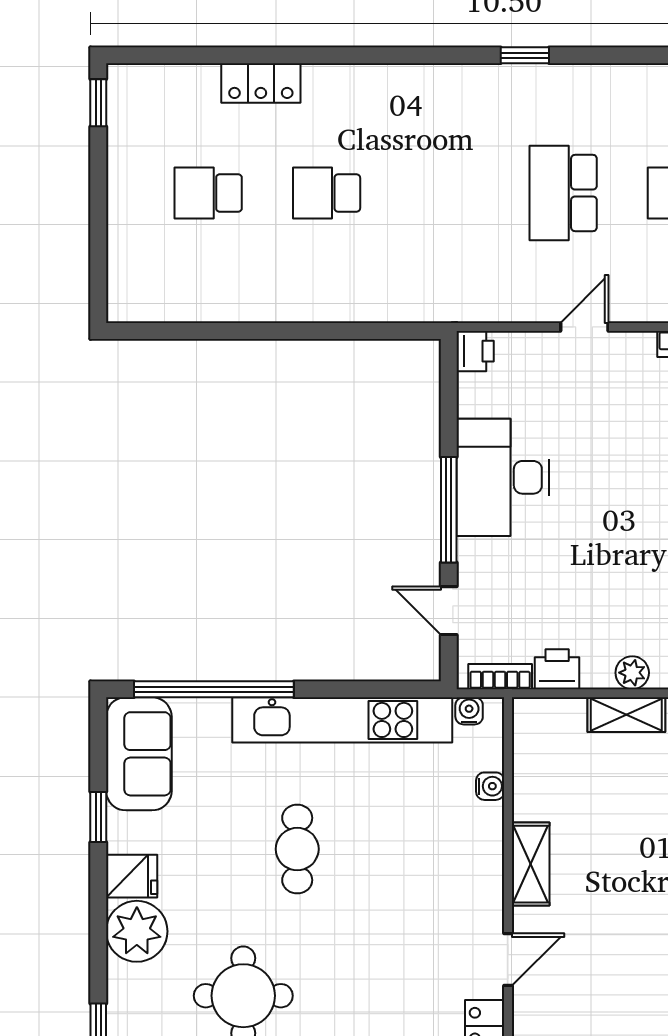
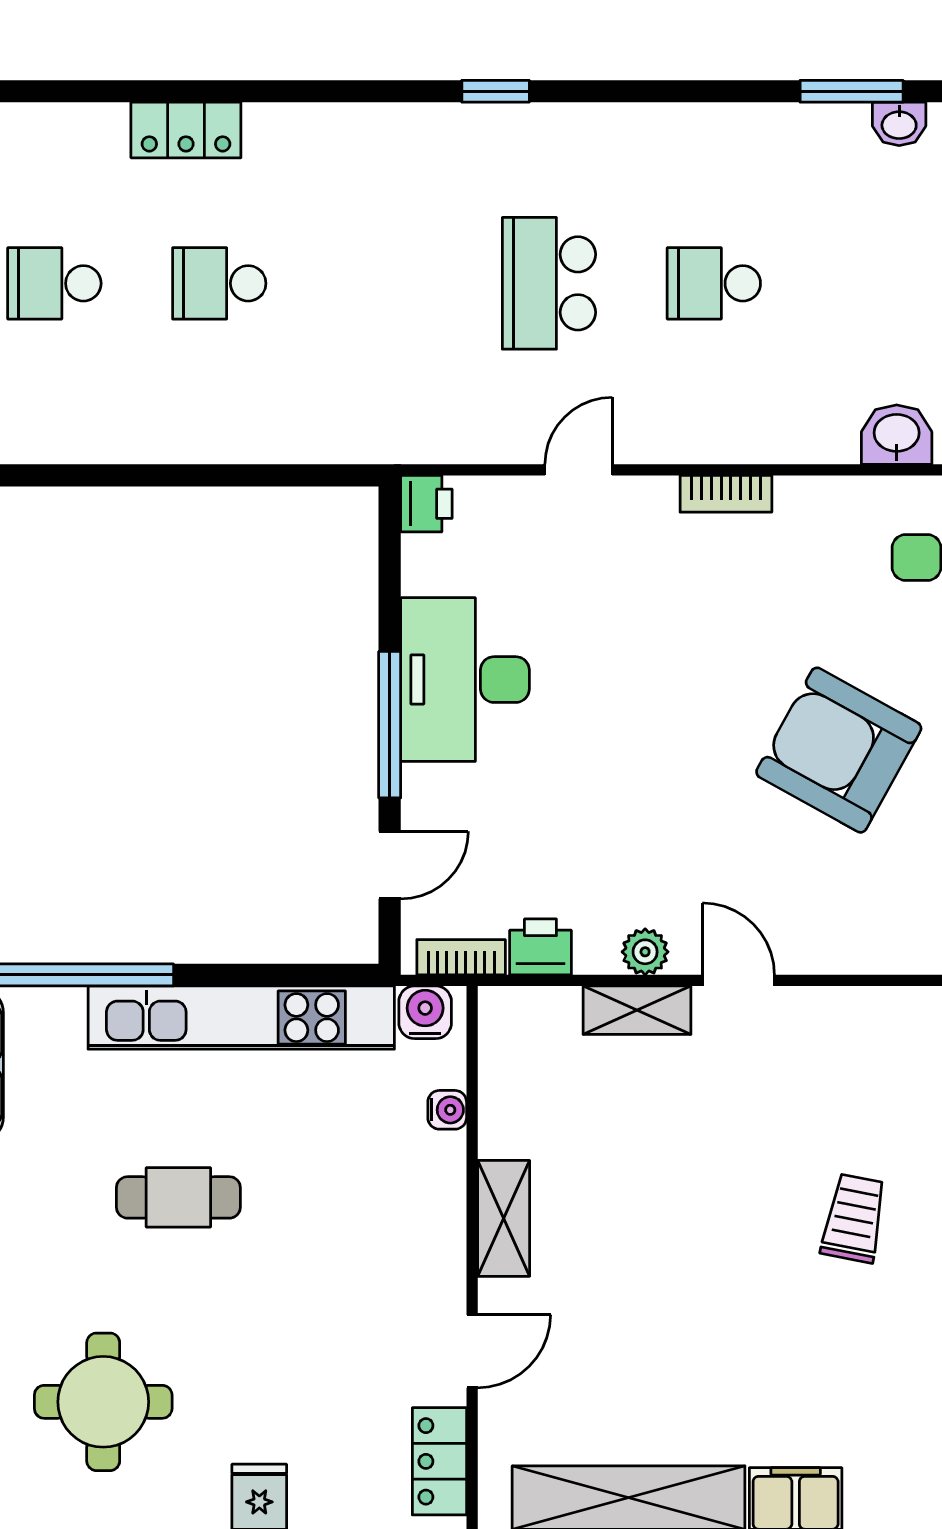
locker: (261, 83) -> (186, 130), moved
door: (449, 611) -> (390, 865), swing flipped
water cooler: (469, 711) -> (425, 1012), width x1.38, depth x1.38
cafe table: (297, 849) -> (178, 1197), turned 90

